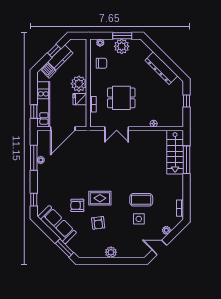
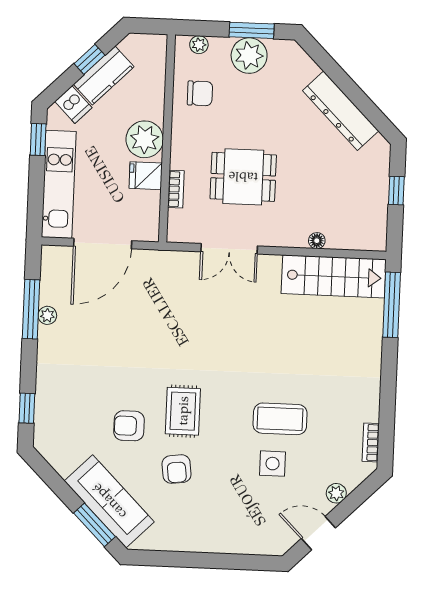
window: (34, 111) -> (38, 139), moved
stairs: (175, 152) -> (334, 276), moved, turned -90
window: (186, 160) -> (392, 305), moved
rug: (100, 198) -> (183, 411), turned 90
sofa: (57, 225) -> (109, 501), moved
plant: (111, 252) -> (203, 539), removed

